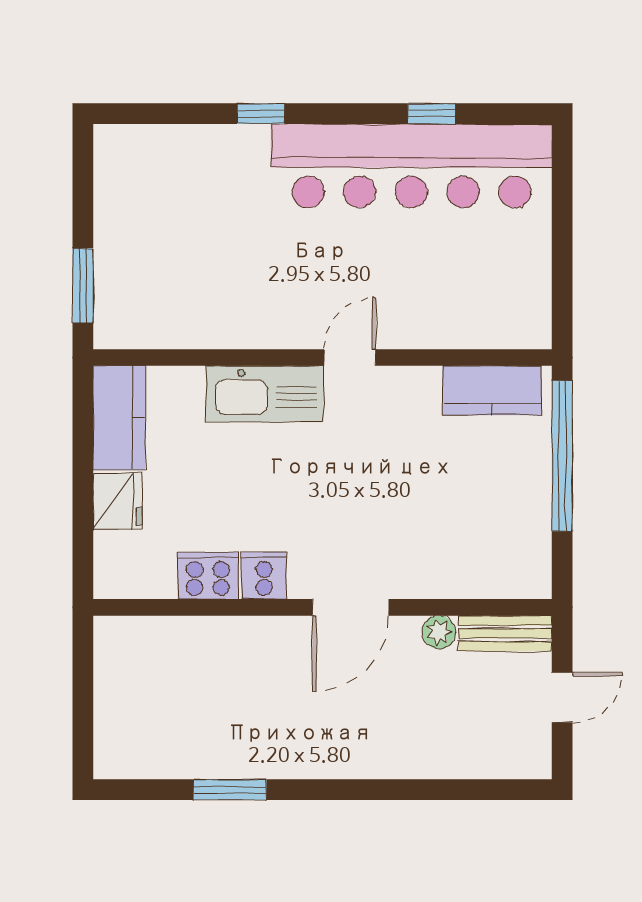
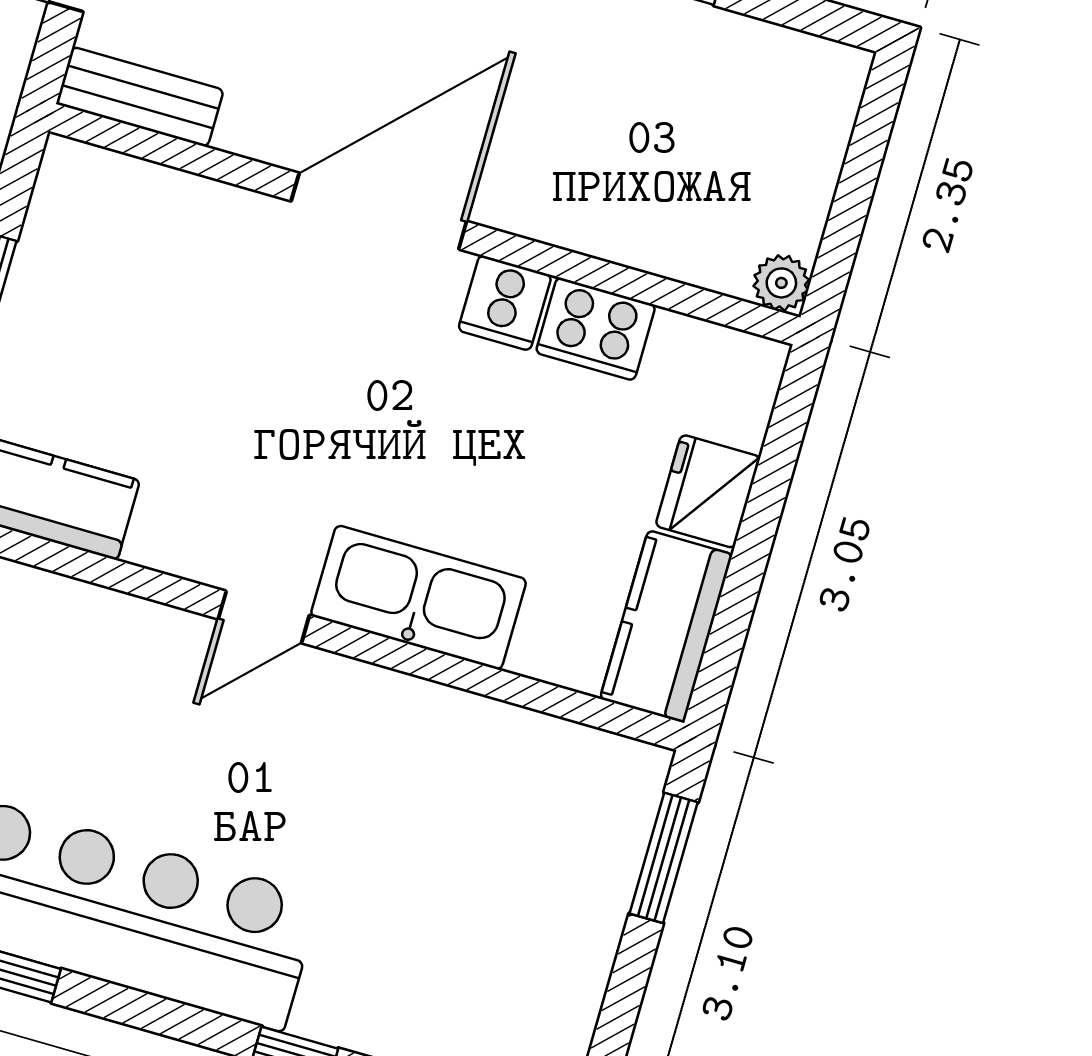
door: (351, 607) -> (379, 211), width x1.36
plant: (439, 632) -> (781, 283), moved

